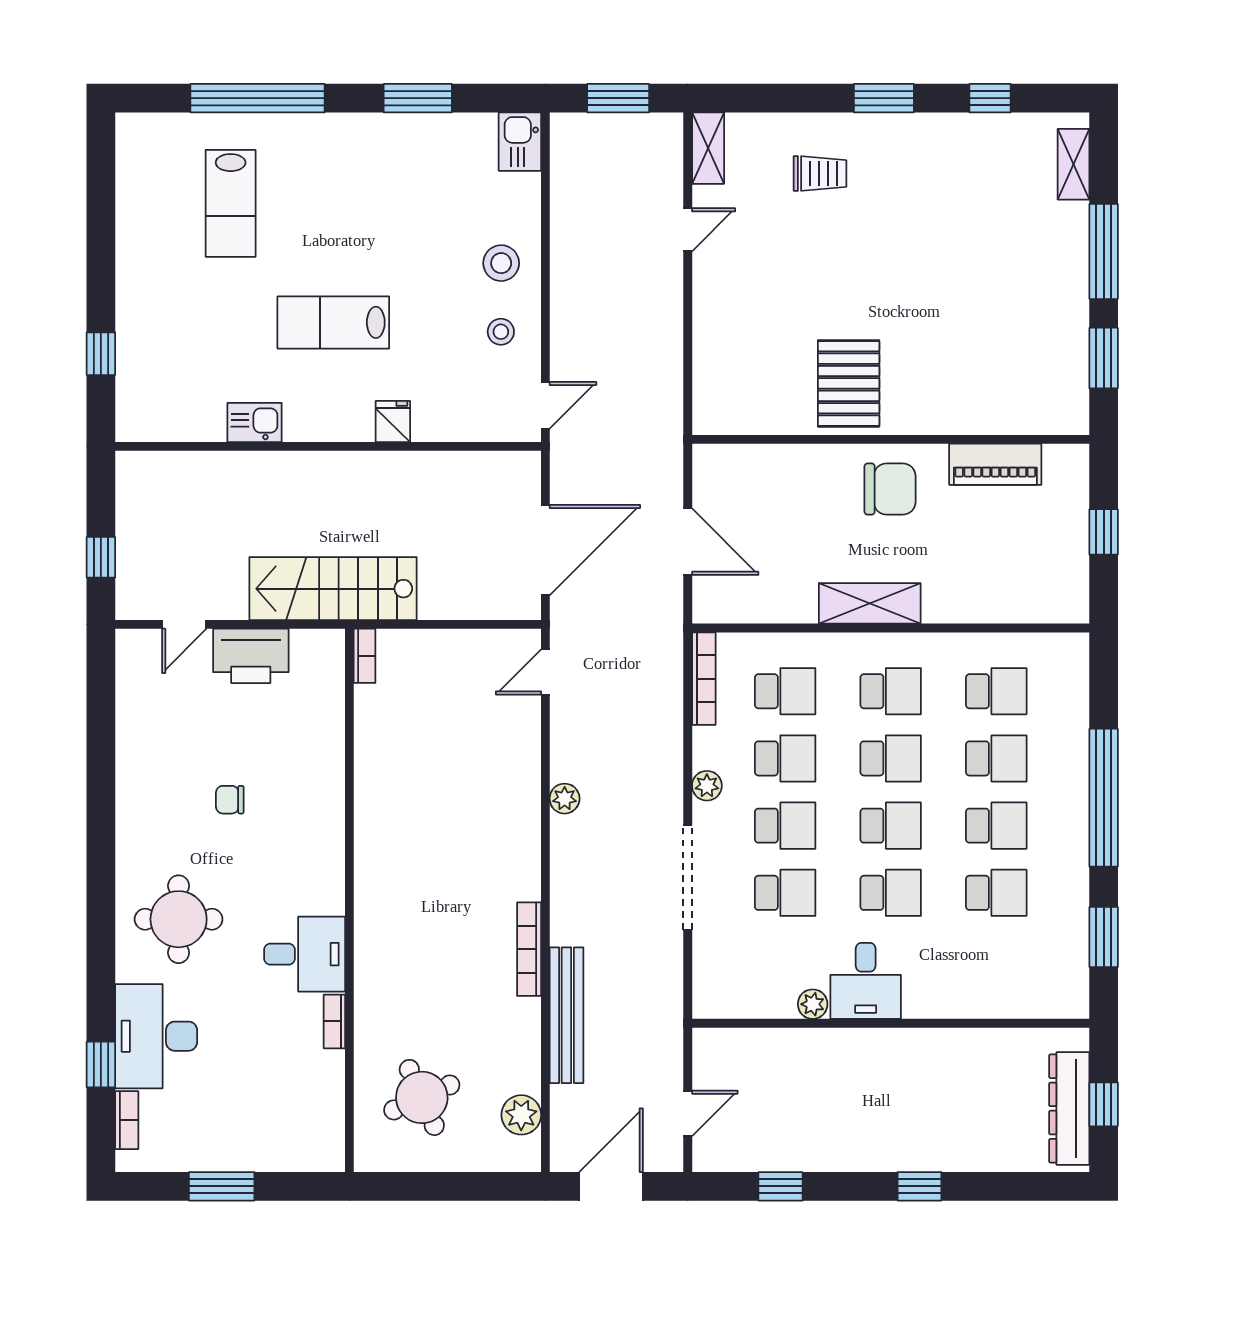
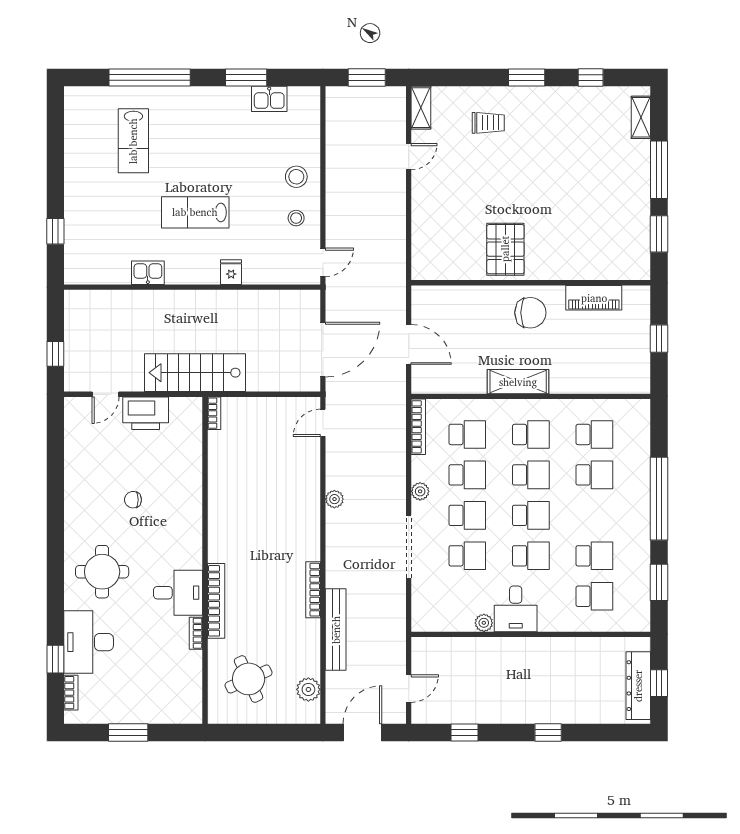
kitchen sink: (520, 142) -> (269, 99), moved, turned -90
school desk: (996, 826) -> (594, 596), moved
bookcase: (368, 968) -> (216, 601), added

